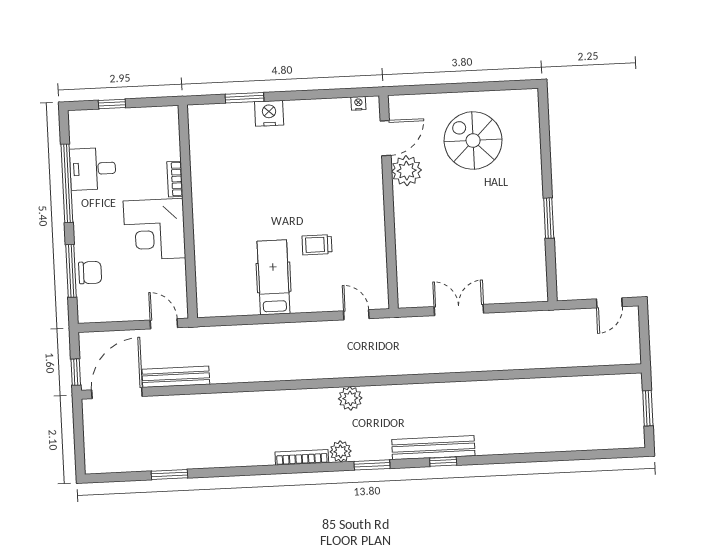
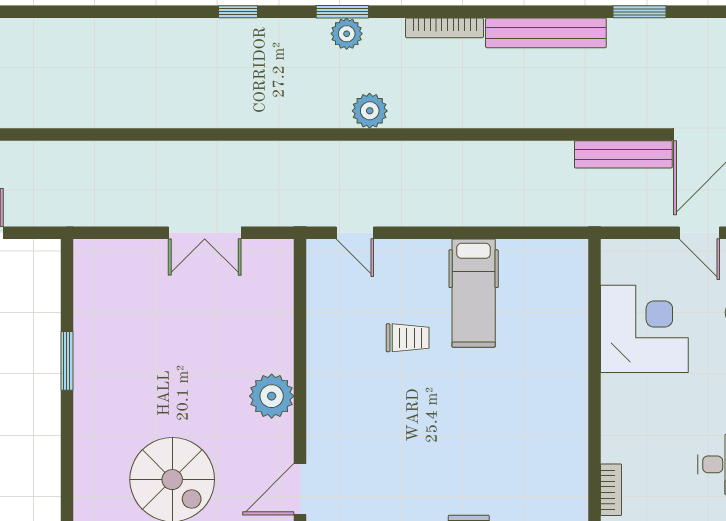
plant: (407, 171) -> (272, 396), moved
bookcase: (175, 179) -> (611, 490), moved
corner desk: (154, 229) -> (644, 329), moved
door: (164, 324) -> (699, 233), moved
bench: (433, 448) -> (546, 33), moved
plant: (341, 451) -> (347, 34), moved

